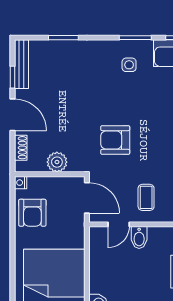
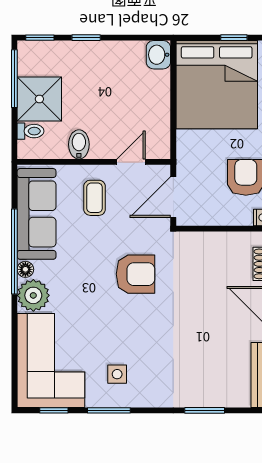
plant: (57, 162) -> (213, 245), removed
door: (87, 198) -> (173, 197), hinge flipped
bidet: (139, 237) -> (79, 144), moved

